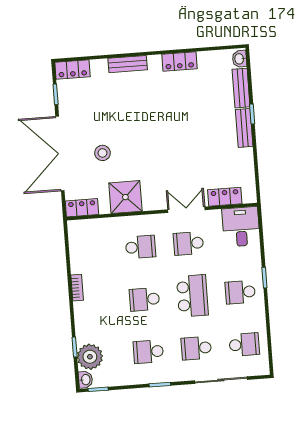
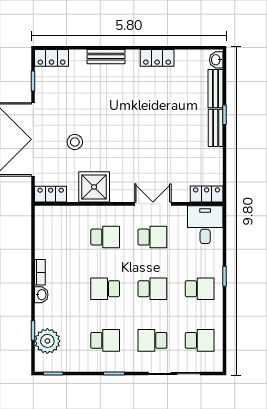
locker: (225, 197) -> (207, 194), moved
school desk: (188, 243) -> (152, 237), turned 180
school desk: (240, 292) -> (200, 289), turned 180
school desk: (192, 296) -> (152, 289), width x0.54
school desk: (148, 352) -> (105, 340), turned 180
washbasin: (85, 380) -> (41, 295), moved

